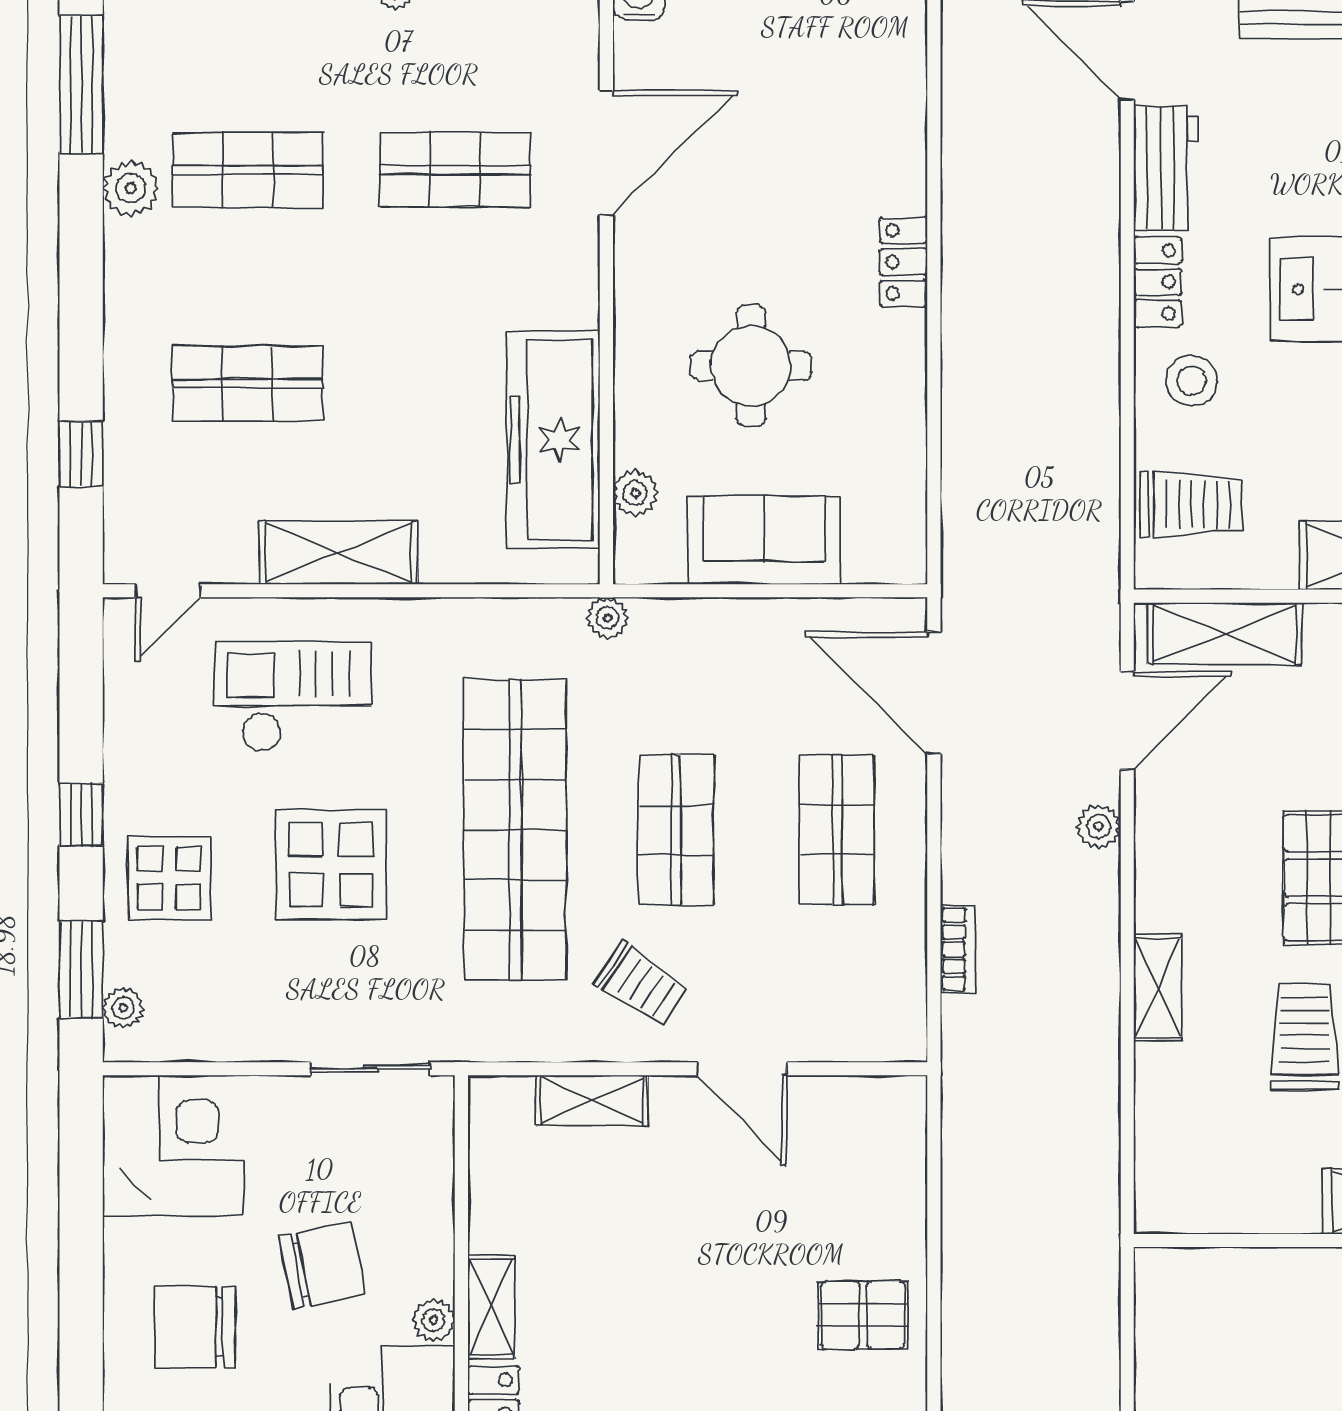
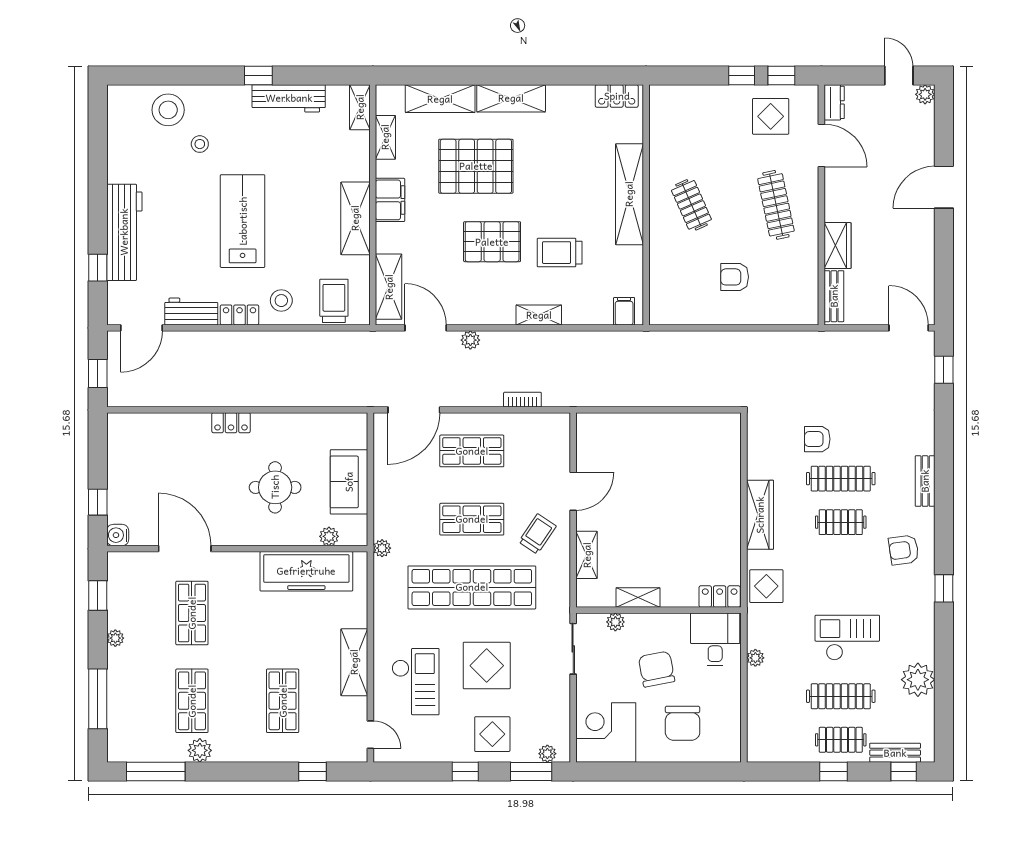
checkout: (293, 697) -> (415, 682), turned 180
filing cabinet: (1166, 1189) -> (624, 311), added
shelving: (491, 1307) -> (638, 598), moved
pallet: (863, 1315) -> (678, 440), removed
plant: (434, 1320) -> (615, 622), moved

